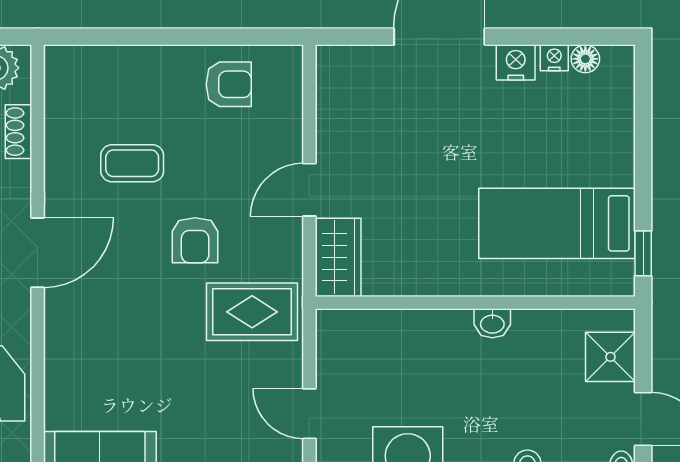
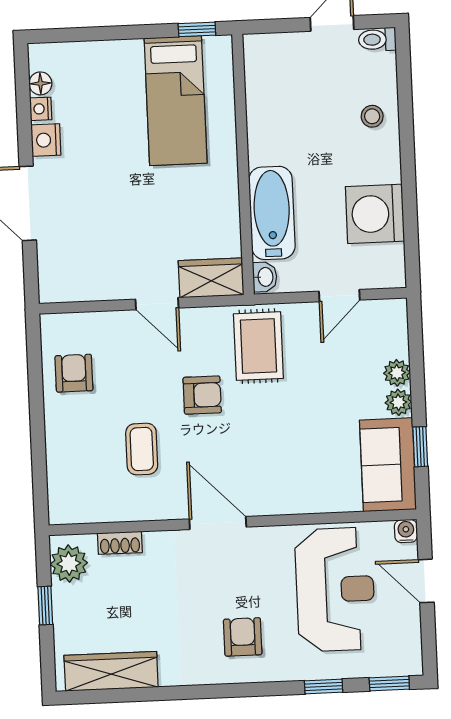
washbasin: (492, 323) -> (265, 277), moved
bathtub: (414, 335) -> (272, 213), added
shower: (610, 357) -> (282, 52), removed

